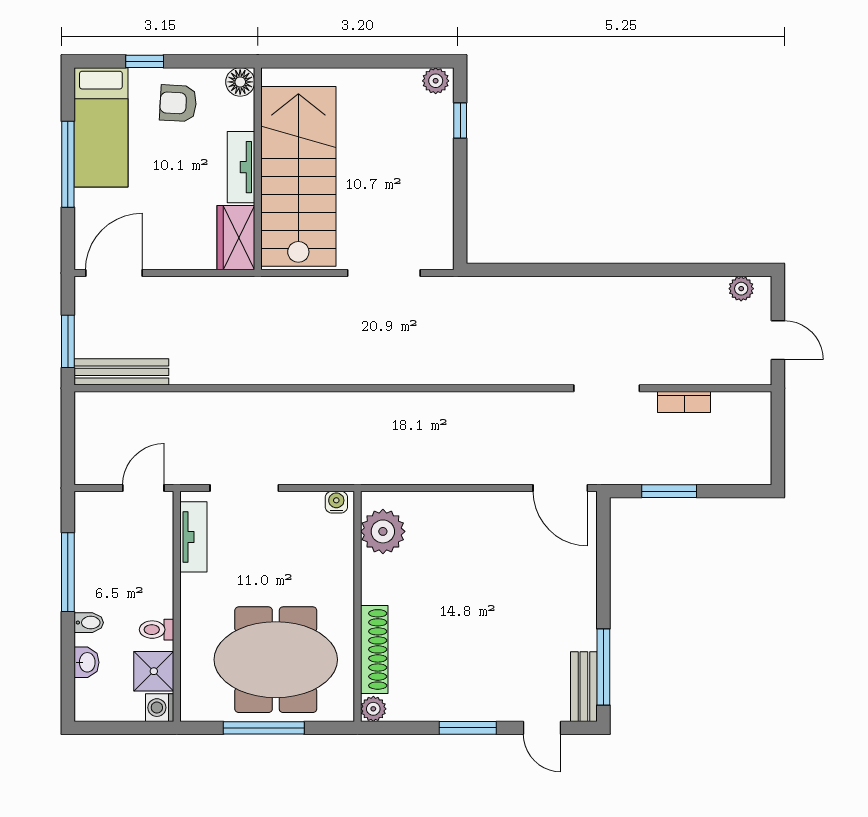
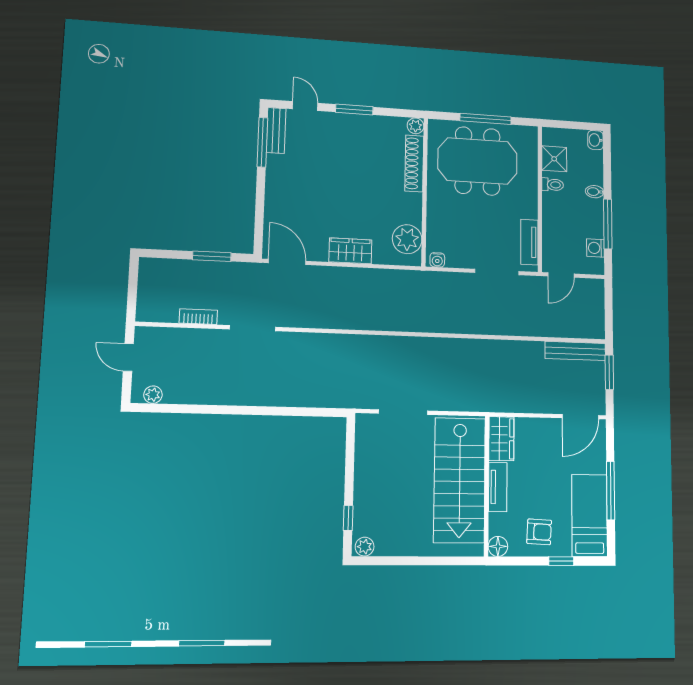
wardrobe: (468, 509) -> (350, 251), added
washbasin: (86, 662) -> (595, 140), moved
washing machine: (160, 708) -> (595, 248), moved, turned 180

